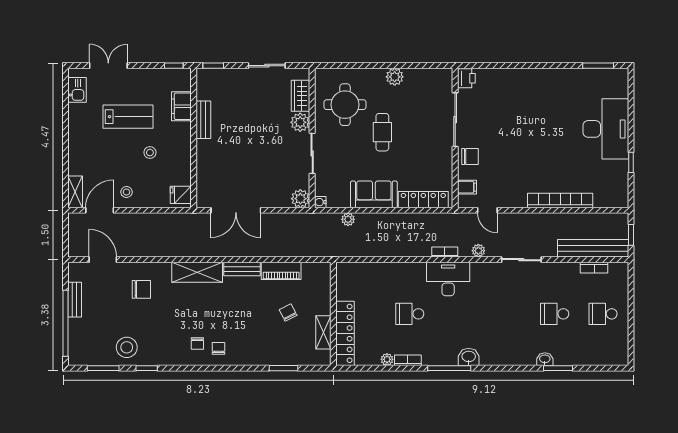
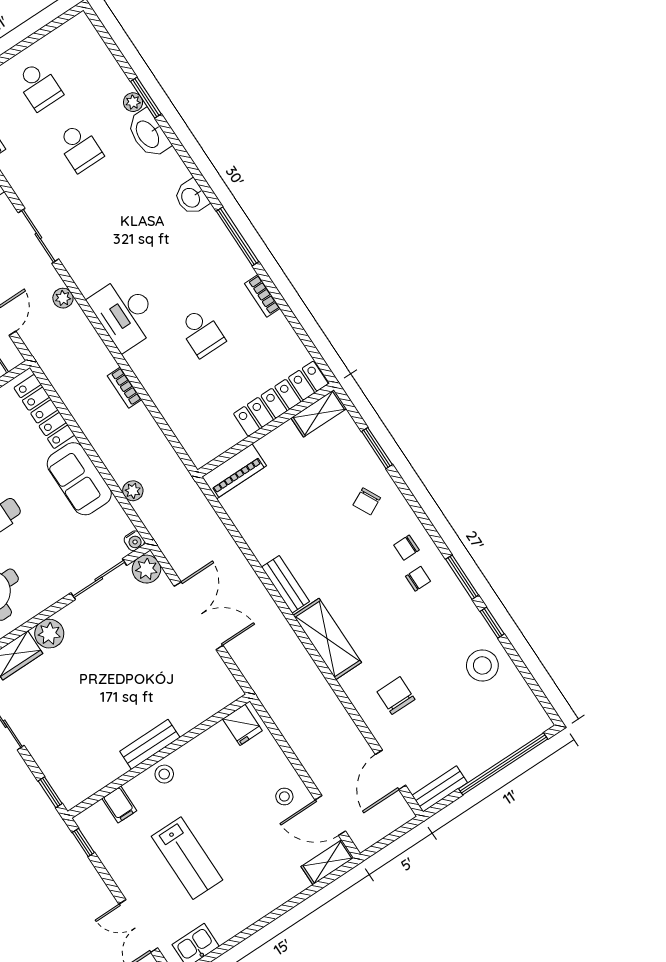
filing cabinet: (181, 106) -> (119, 805), width x0.50
lab bench: (128, 117) -> (187, 858), turned 180
bench: (203, 120) -> (150, 744), moved
stool: (150, 153) -> (164, 774), moved
sliding door: (312, 153) -> (99, 579), moved
double door: (236, 210) -> (199, 616), moved
bookcase: (445, 252) -> (125, 388), moved
piano: (281, 271) -> (234, 471), moved, turned 90
bench: (75, 300) -> (440, 789), moved
chair: (288, 312) -> (367, 501), moved
shelving: (323, 332) -> (319, 413), moved
washbasin: (469, 357) -> (191, 197), moved
plant: (387, 359) -> (133, 102), moved
washbasin: (545, 359) -> (148, 134), width x1.91, depth x1.45
window: (103, 368) -> (462, 577), moved

